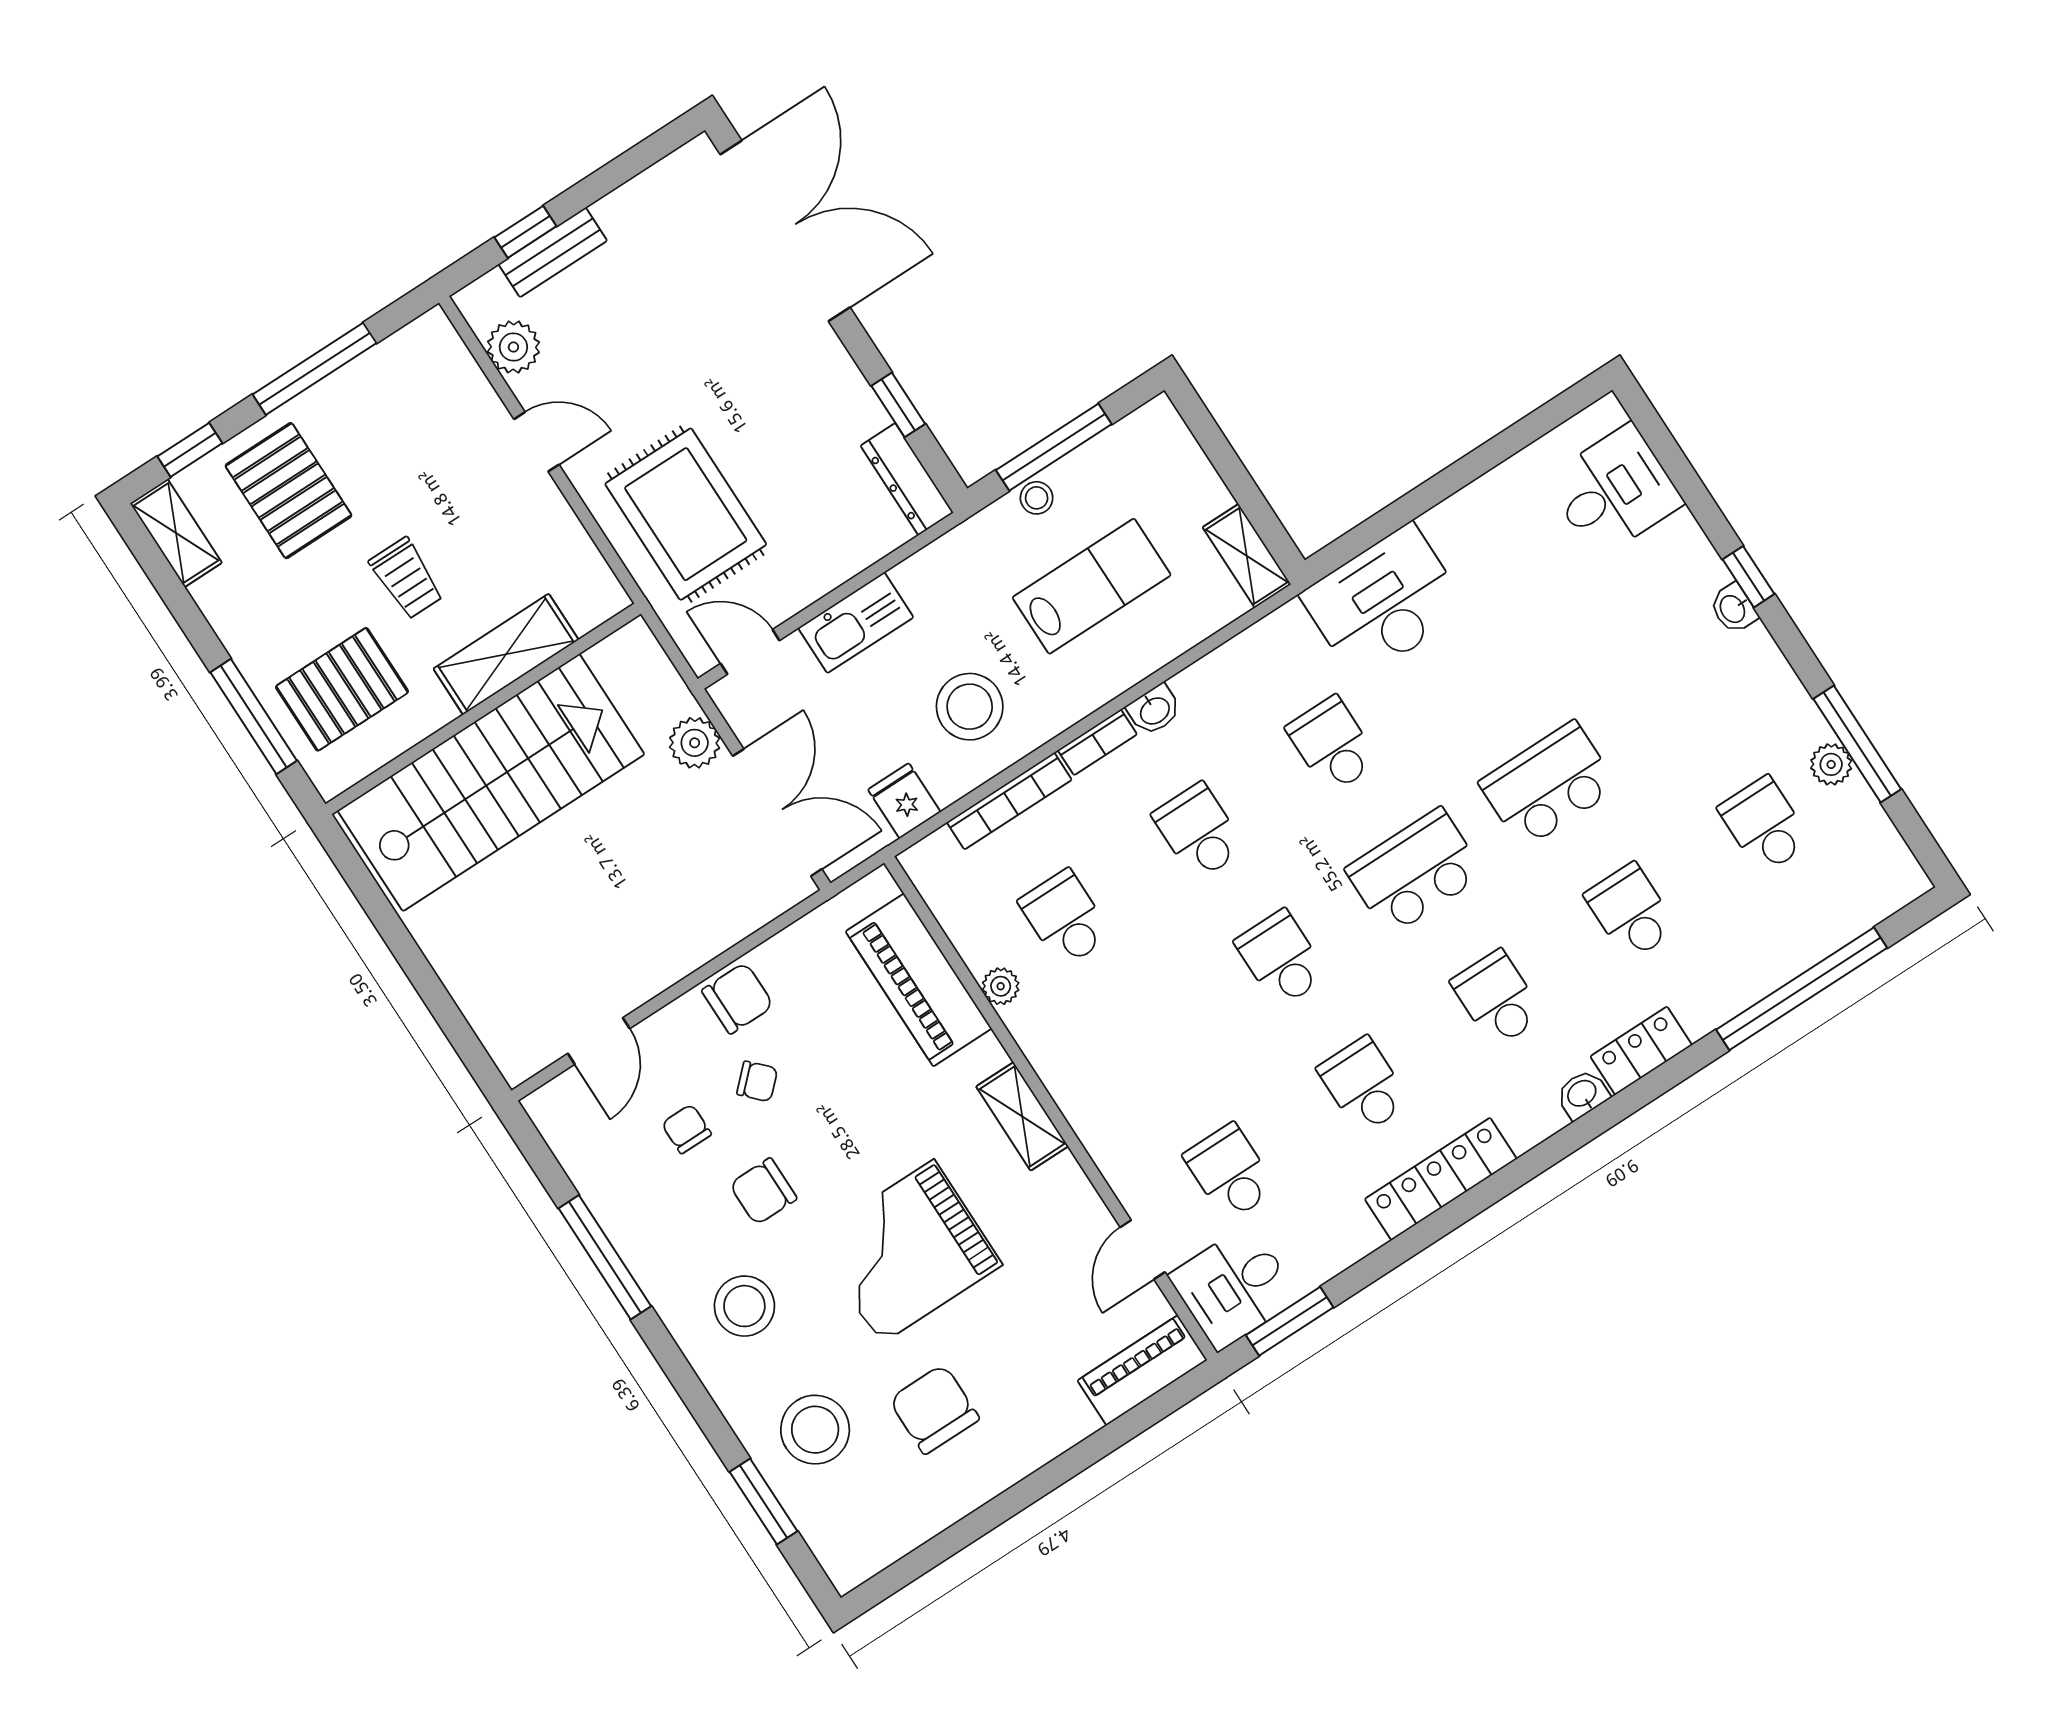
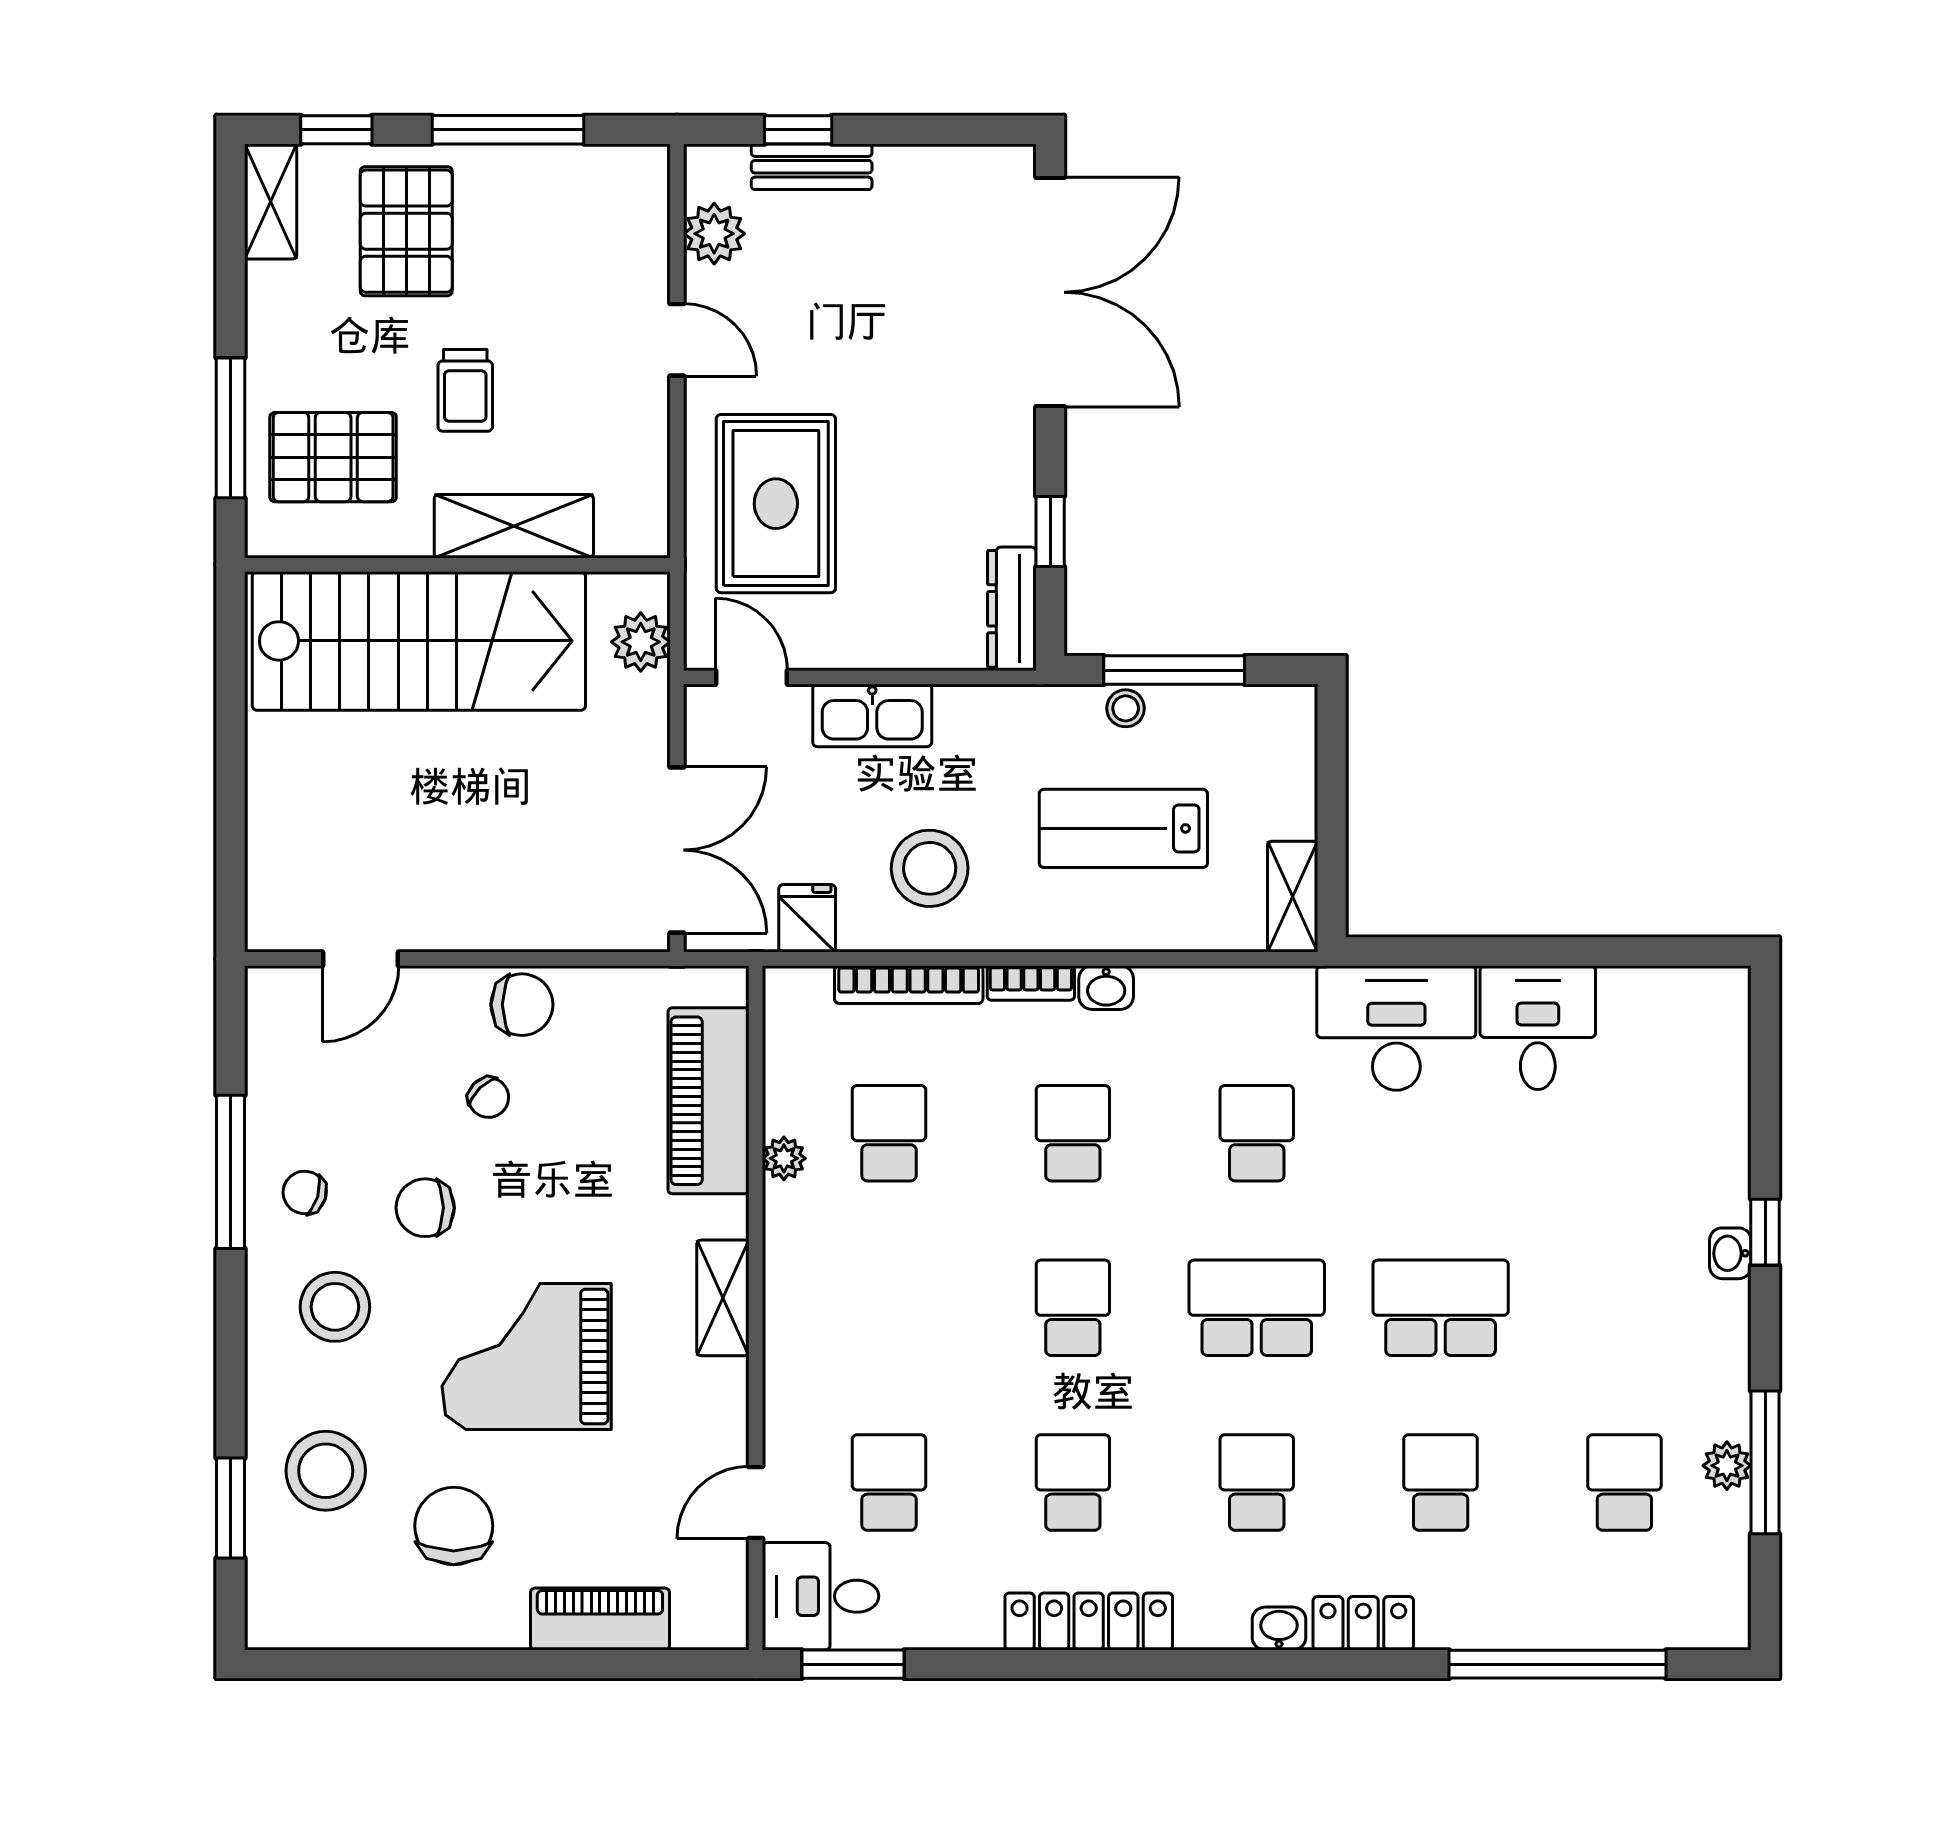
desk: (1614, 491) -> (1538, 1028), moved, turned -90
lab bench: (1092, 586) -> (1123, 828), turned 180
plant: (695, 743) -> (641, 642), moved
chair: (686, 1129) -> (305, 1192), moved, turned -73
piano: (1142, 1370) -> (600, 1619), moved

